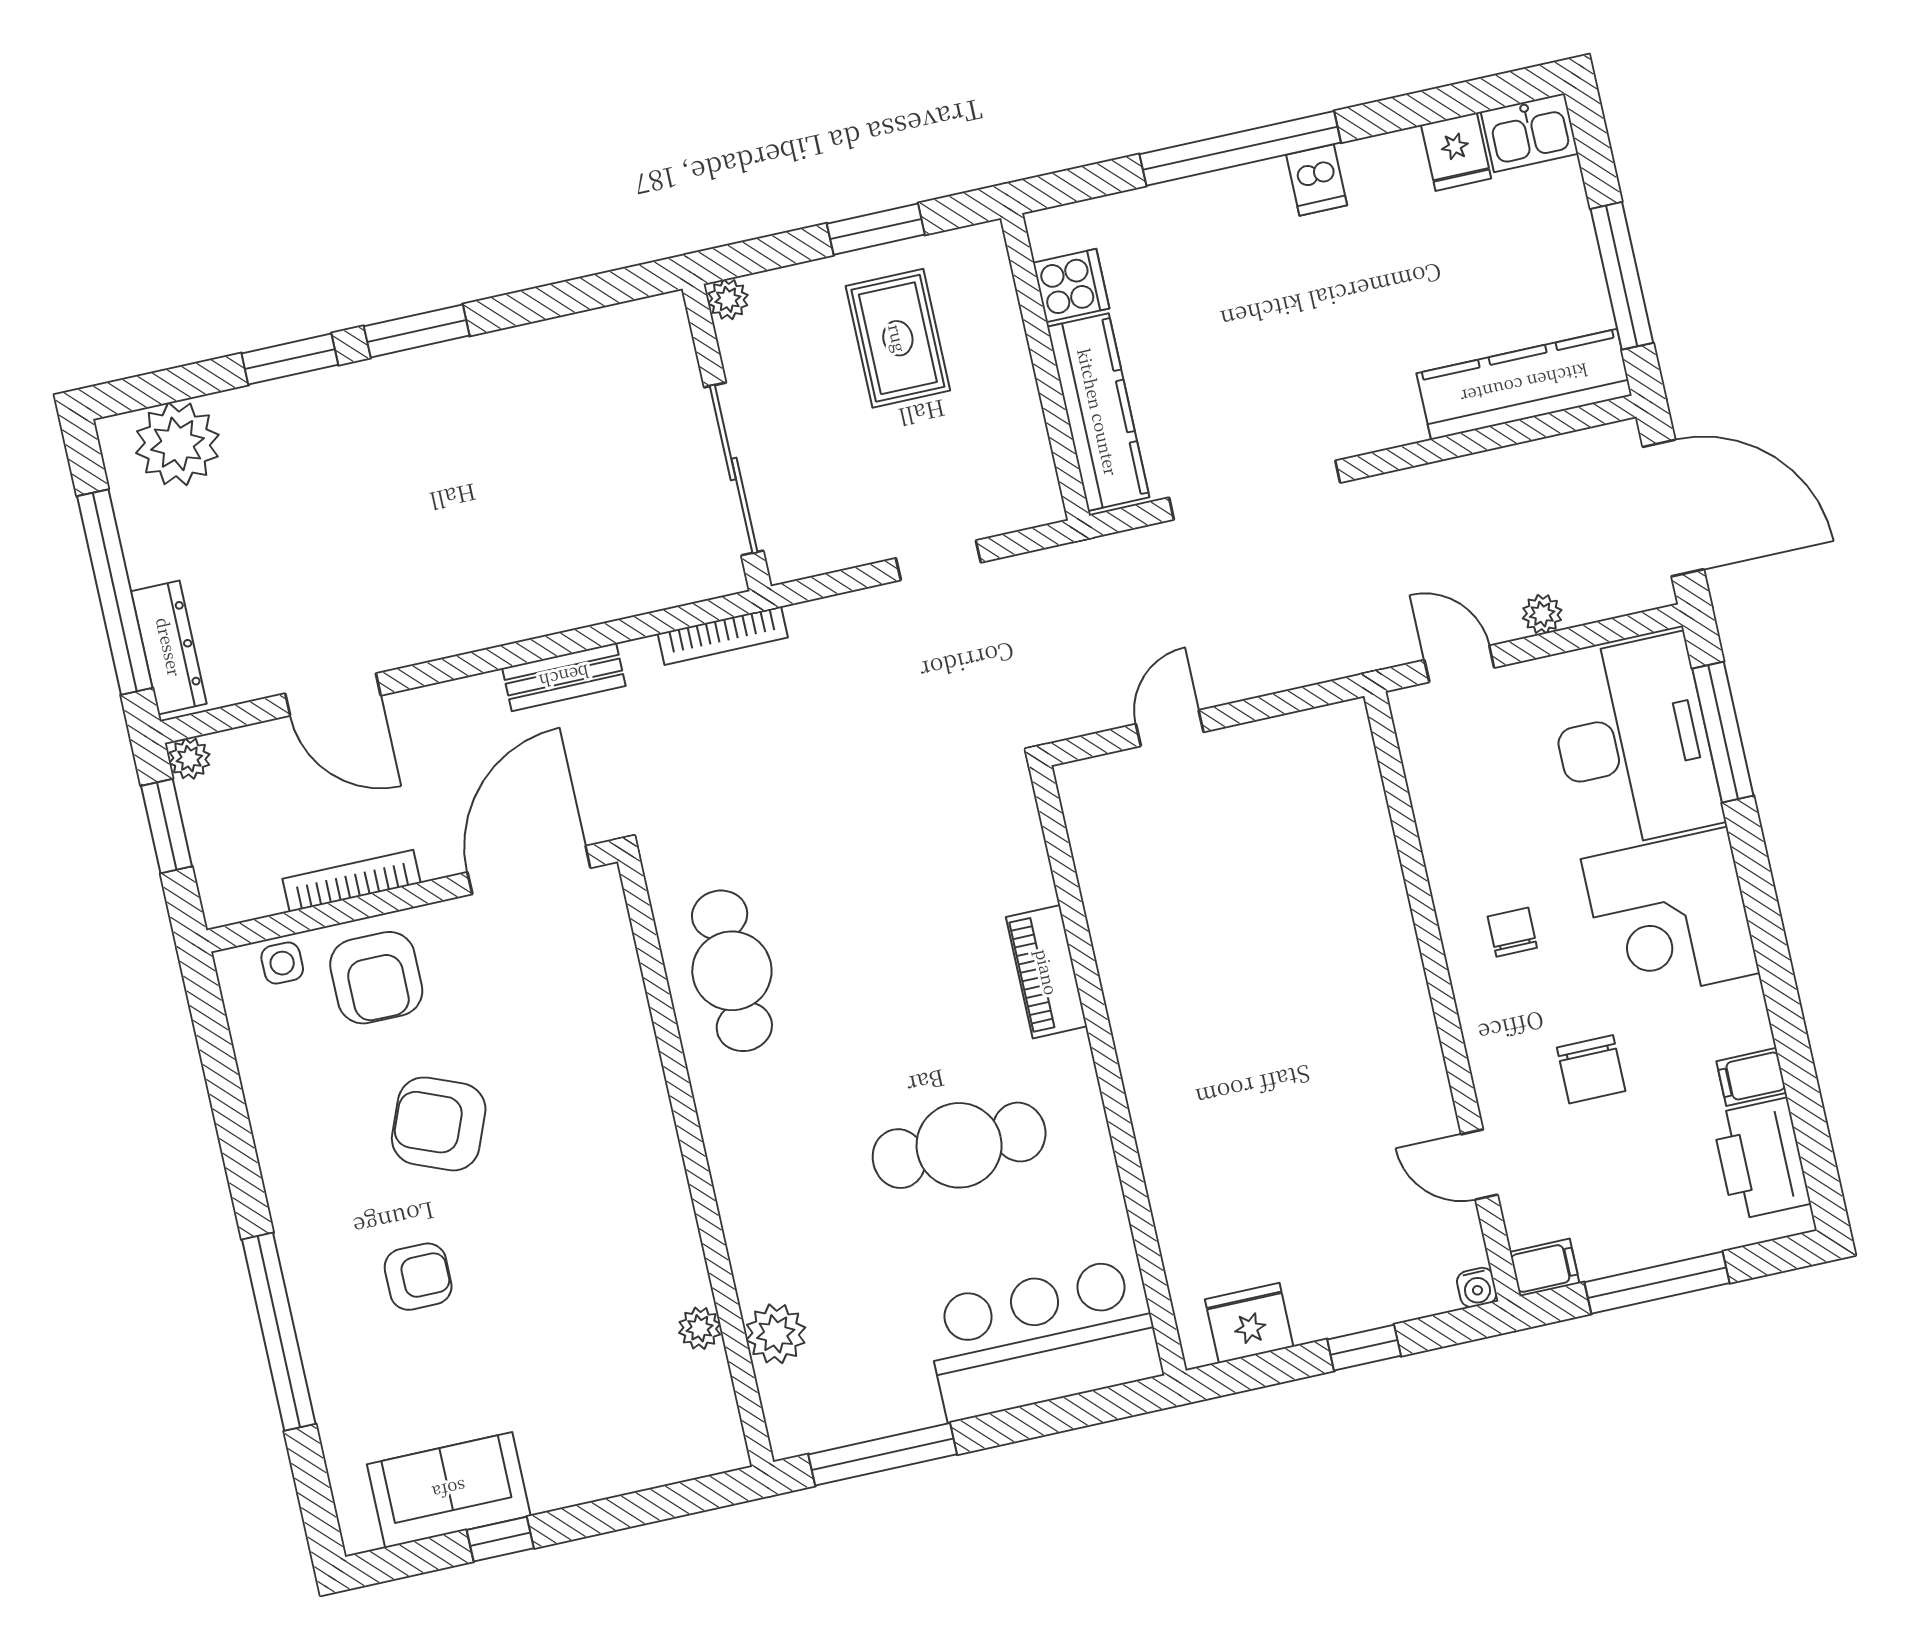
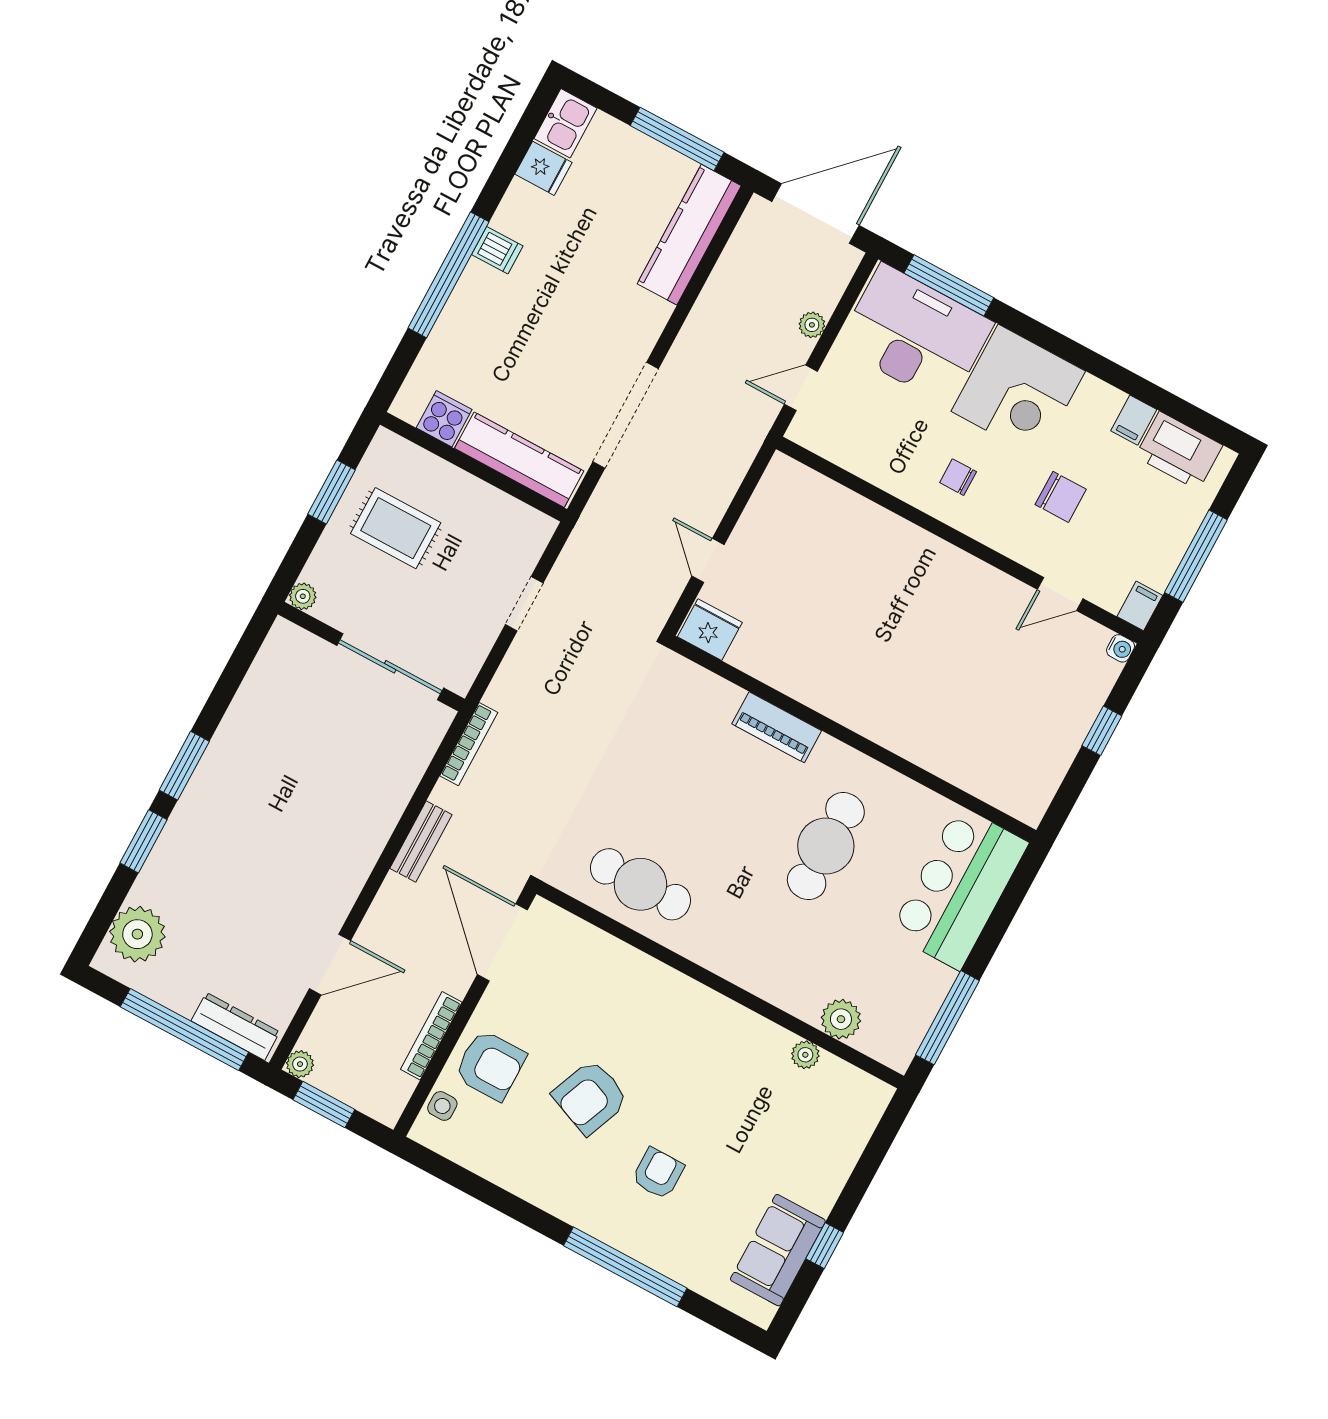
fridge: (1249, 1323) -> (710, 630), moved, turned 90

